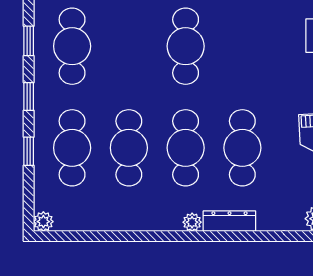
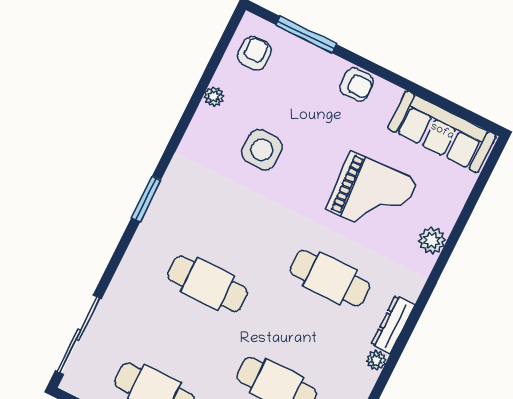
cafe table: (186, 148) -> (303, 332), removed

